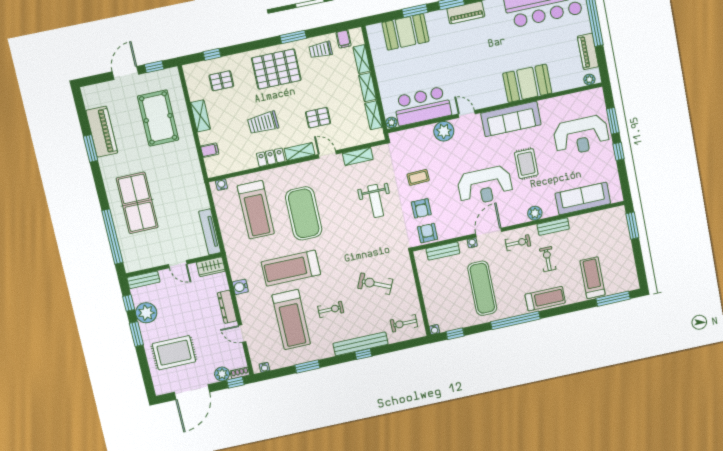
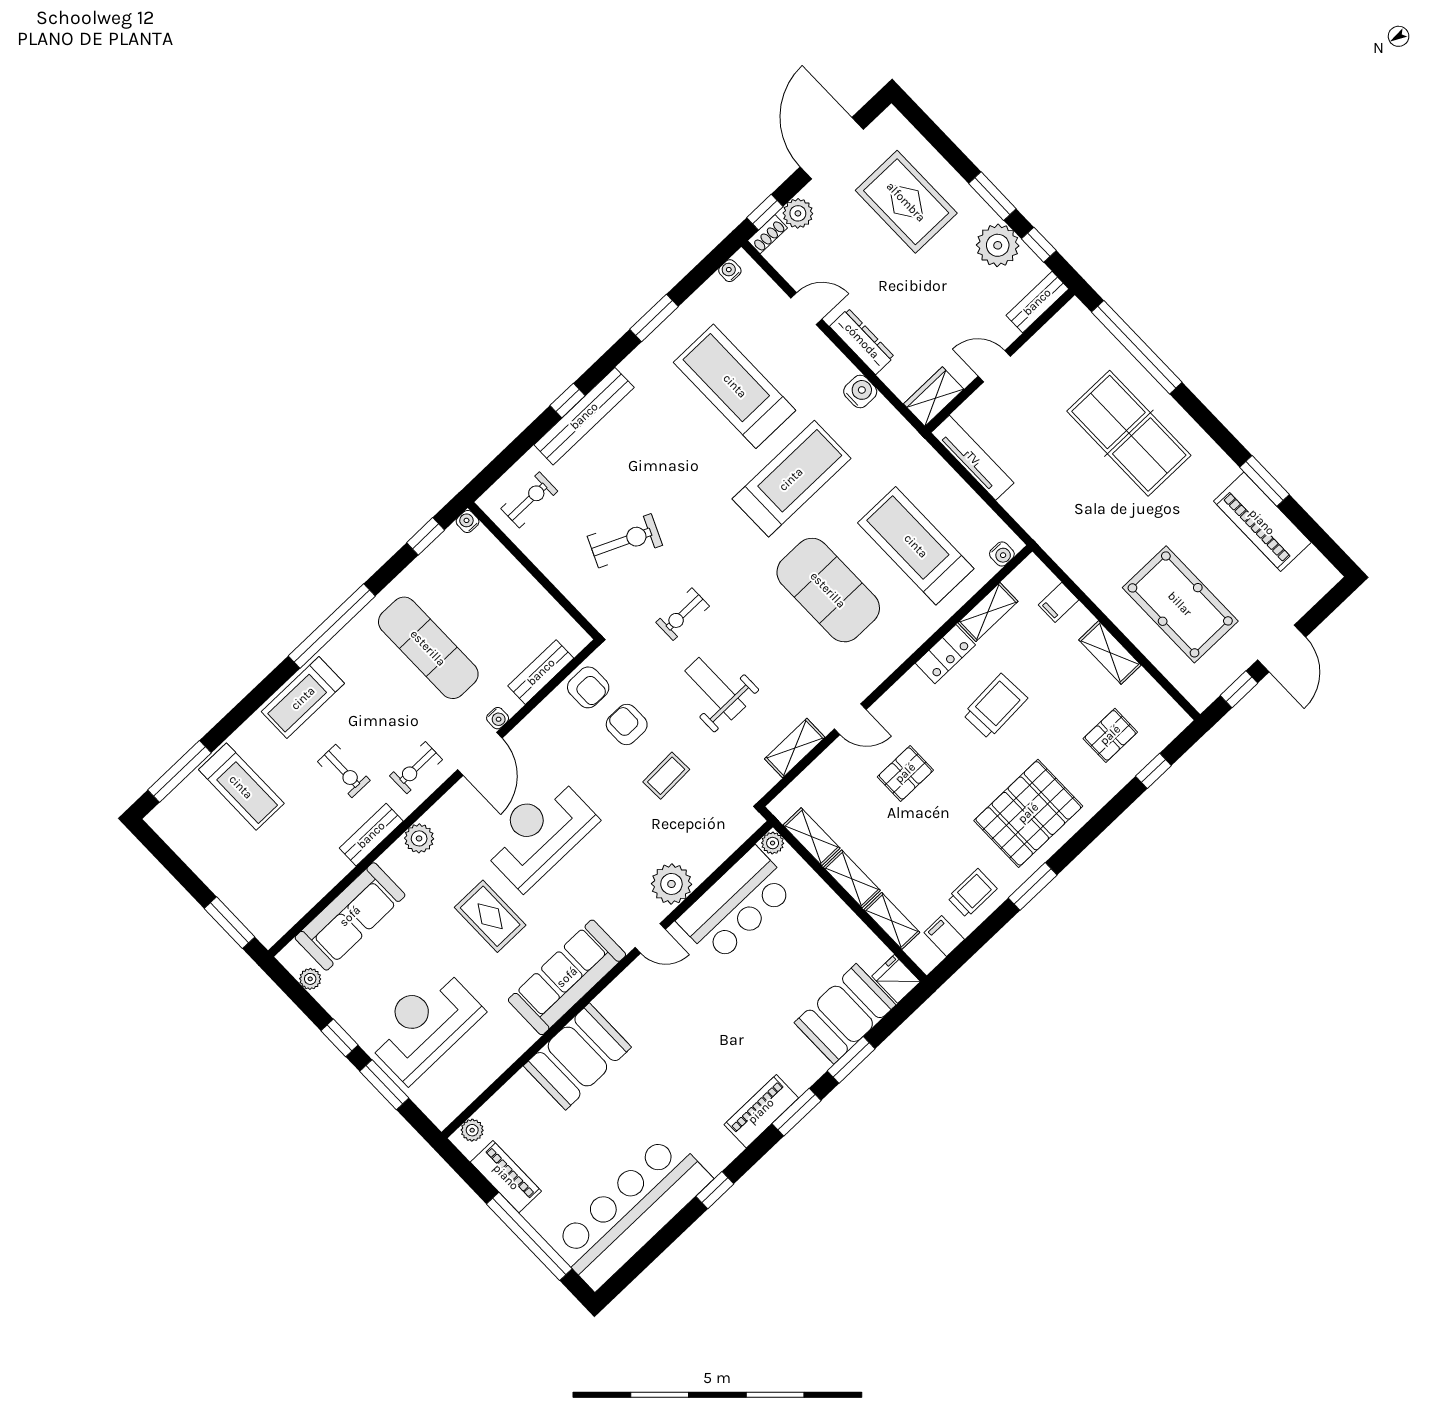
fridge: (375, 33) -> (896, 979), added
shelving: (299, 152) -> (988, 612), moved
plant: (615, 183) -> (310, 979), added
exercise bike: (331, 309) -> (683, 614), moved
rug: (174, 353) -> (906, 202), turned 90

